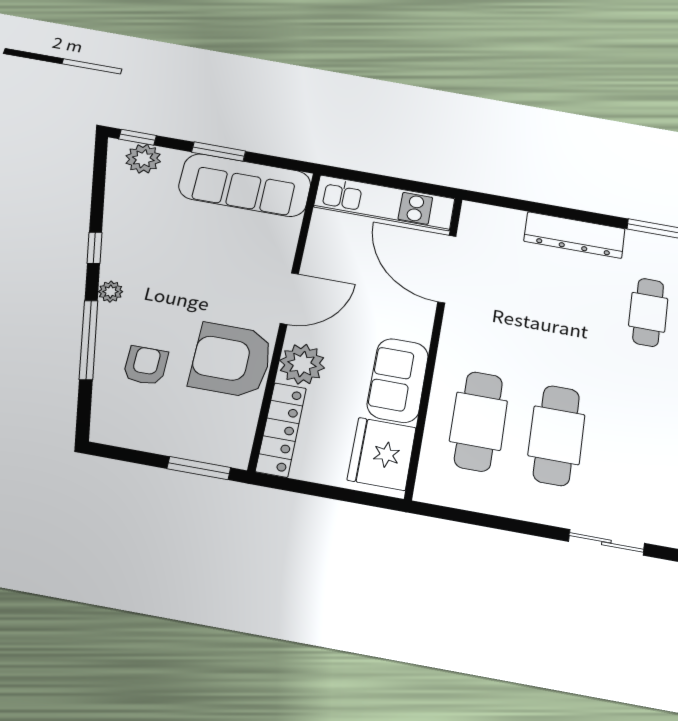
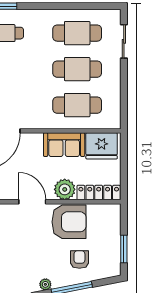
armchair: (231, 360) -> (69, 222), turned -90
armchair: (146, 366) -> (79, 259), turned 90
cafe table: (635, 449) -> (77, 33), added
window: (199, 468) -> (124, 249), moved

